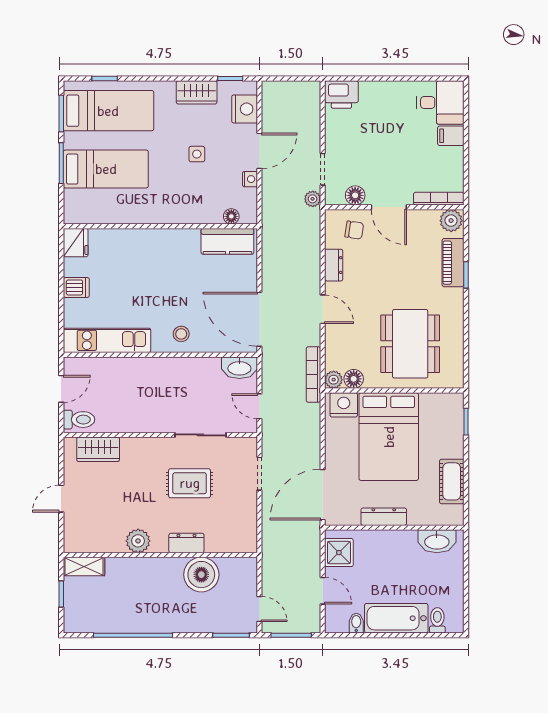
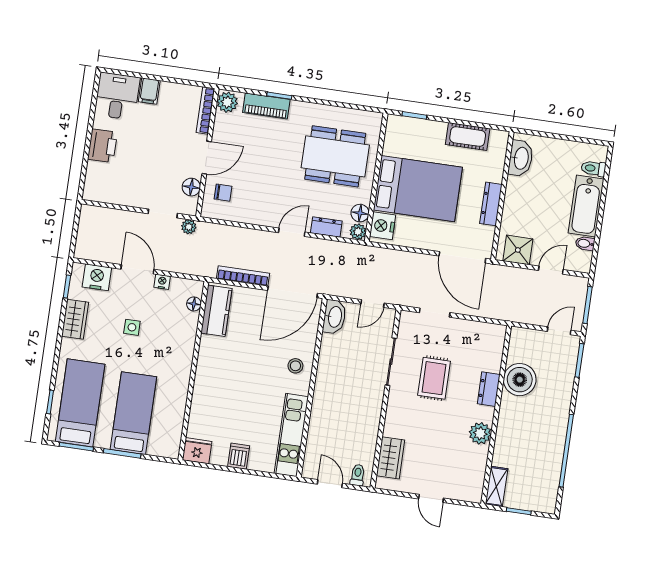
printer: (341, 94) -> (102, 146), moved
chair: (354, 230) -> (223, 193), turned 82
dresser: (334, 265) -> (326, 227), moved
bookcase: (313, 374) -> (243, 276), moved, turned 180
toilet: (79, 420) -> (358, 475), width x0.73, depth x0.72

